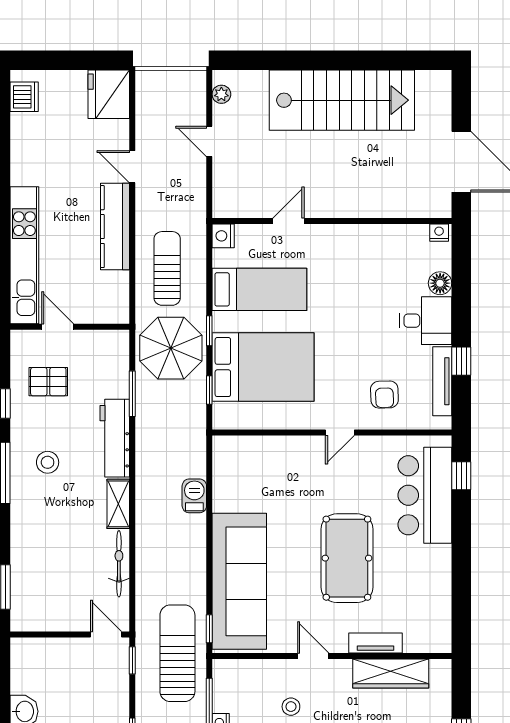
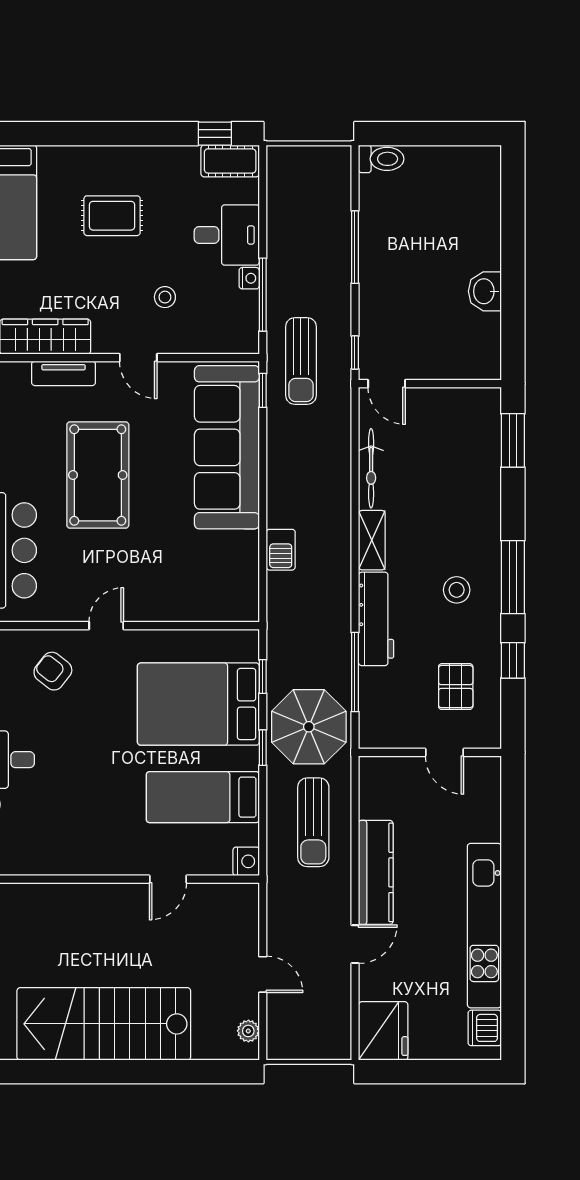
door: (132, 167) -> (355, 944), hinge flipped
kitchen unit: (24, 255) -> (484, 926), moved
pallet: (48, 382) -> (456, 687), turned 90
window: (132, 394) -> (355, 672), width x1.44
armchair: (384, 395) -> (53, 671), turned -50
sun lounger: (177, 653) -> (301, 361), width x0.73, depth x0.75

